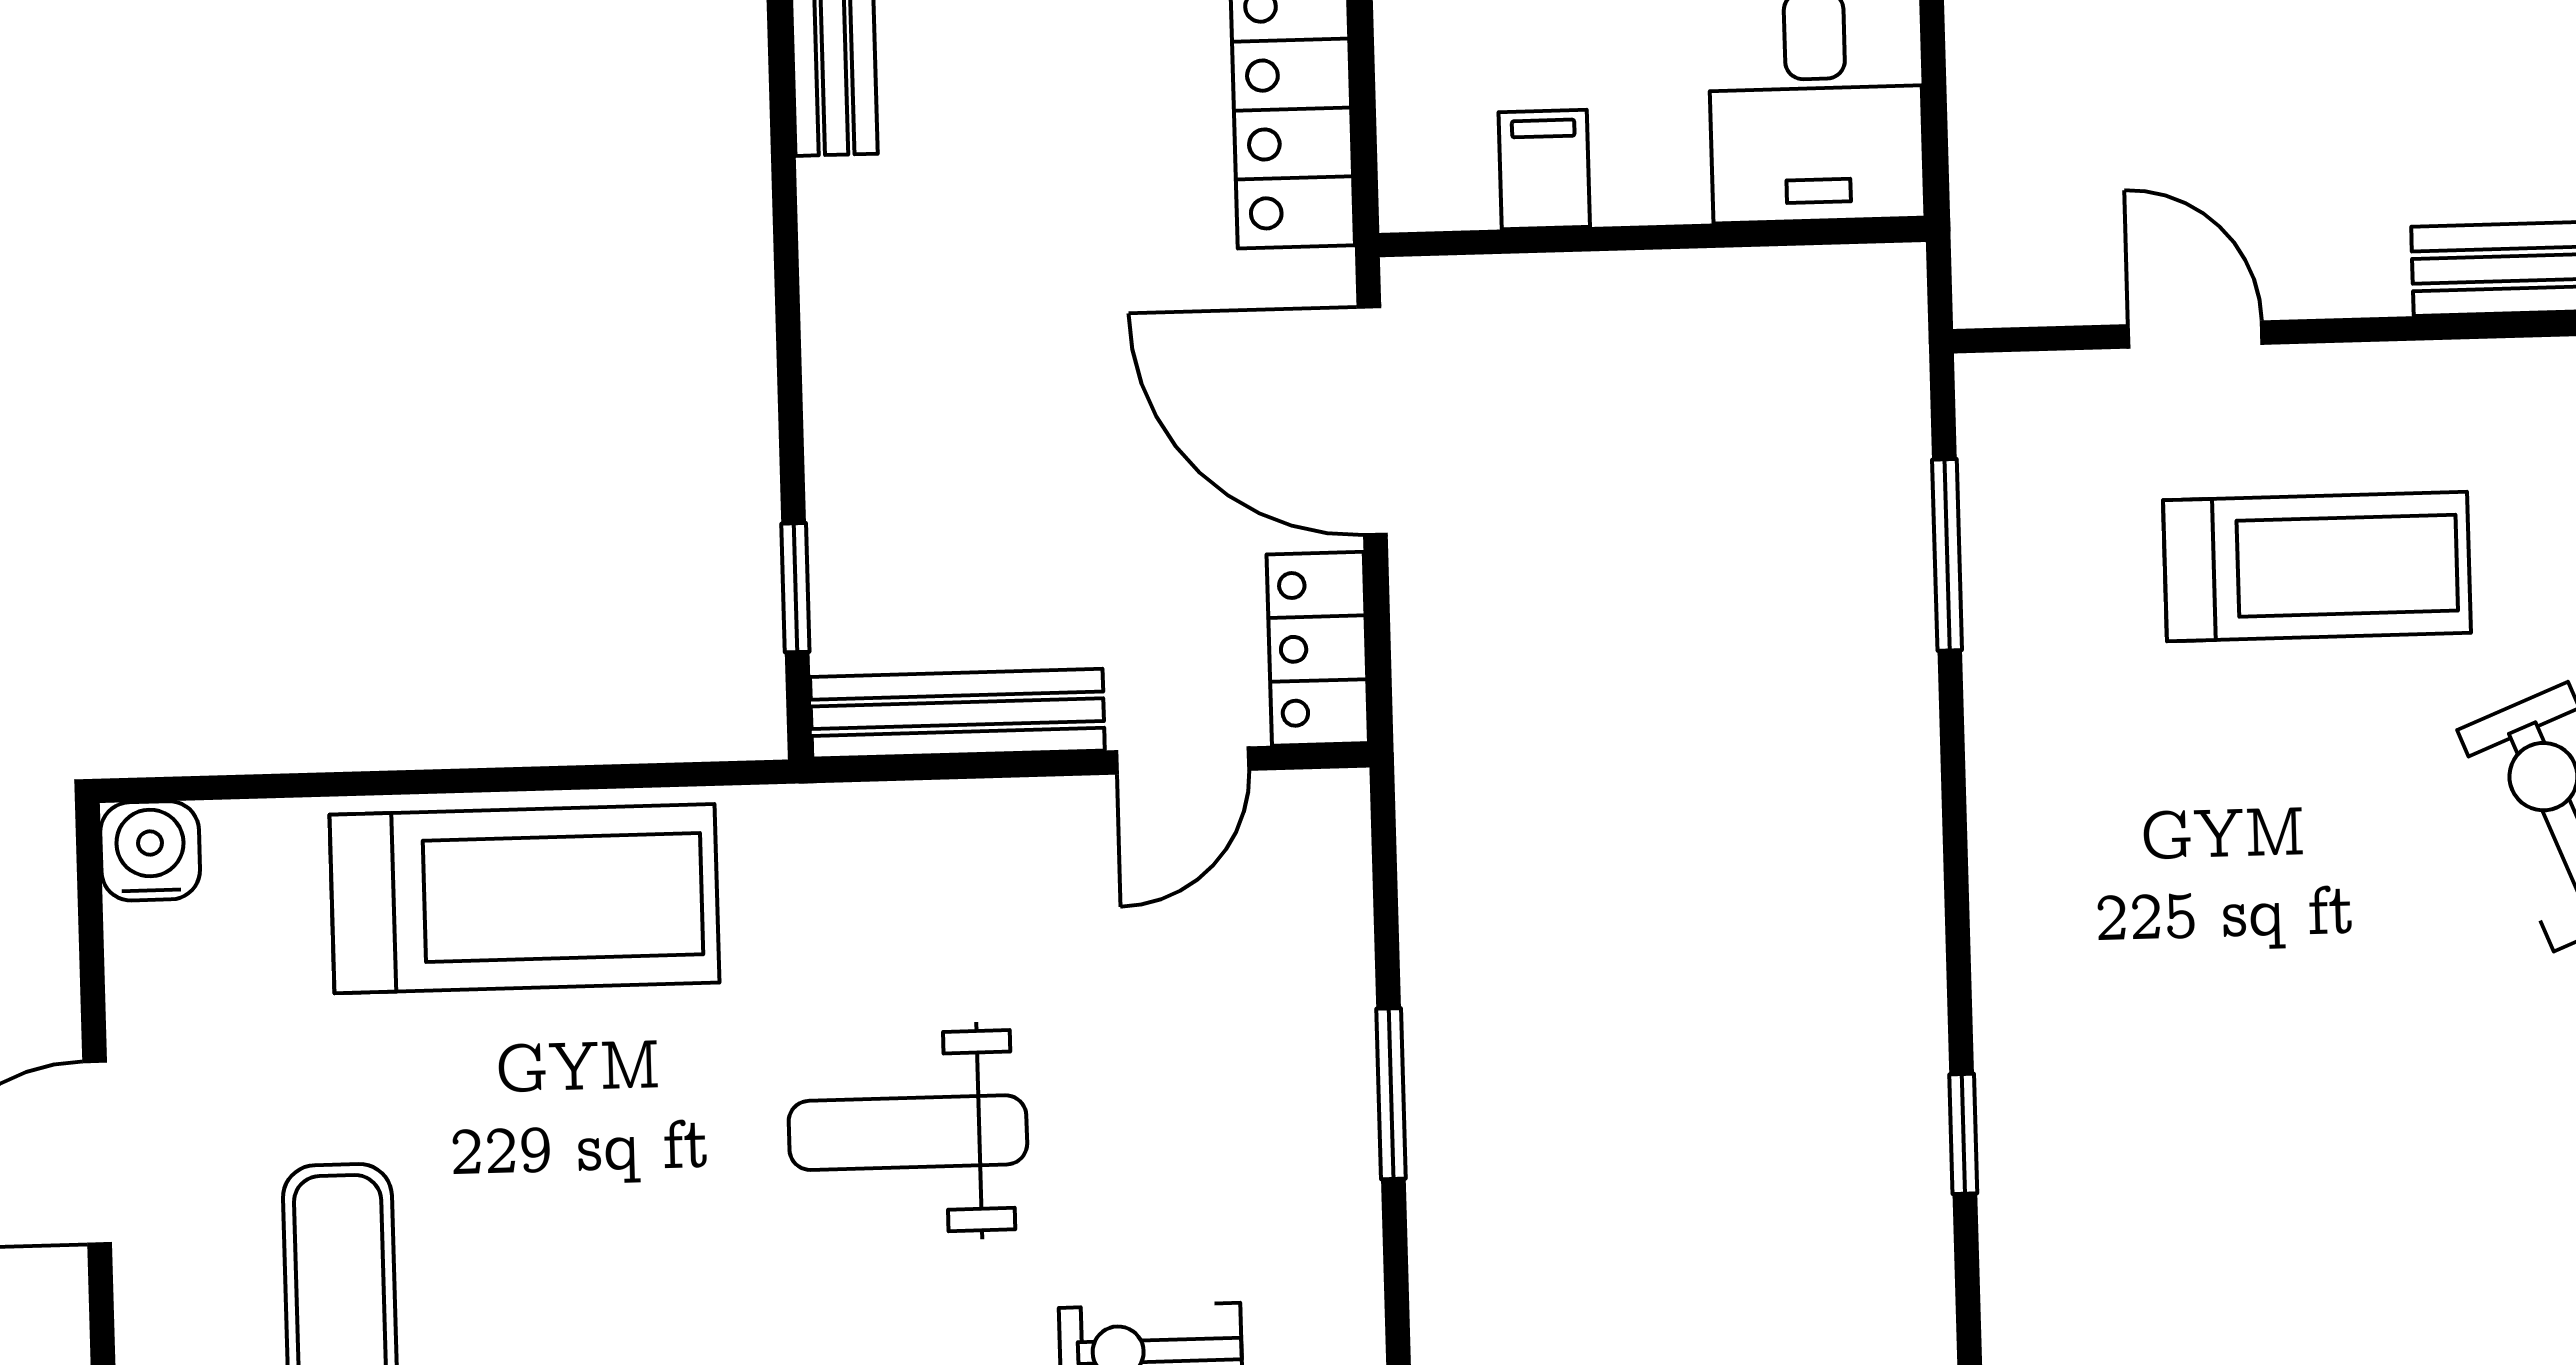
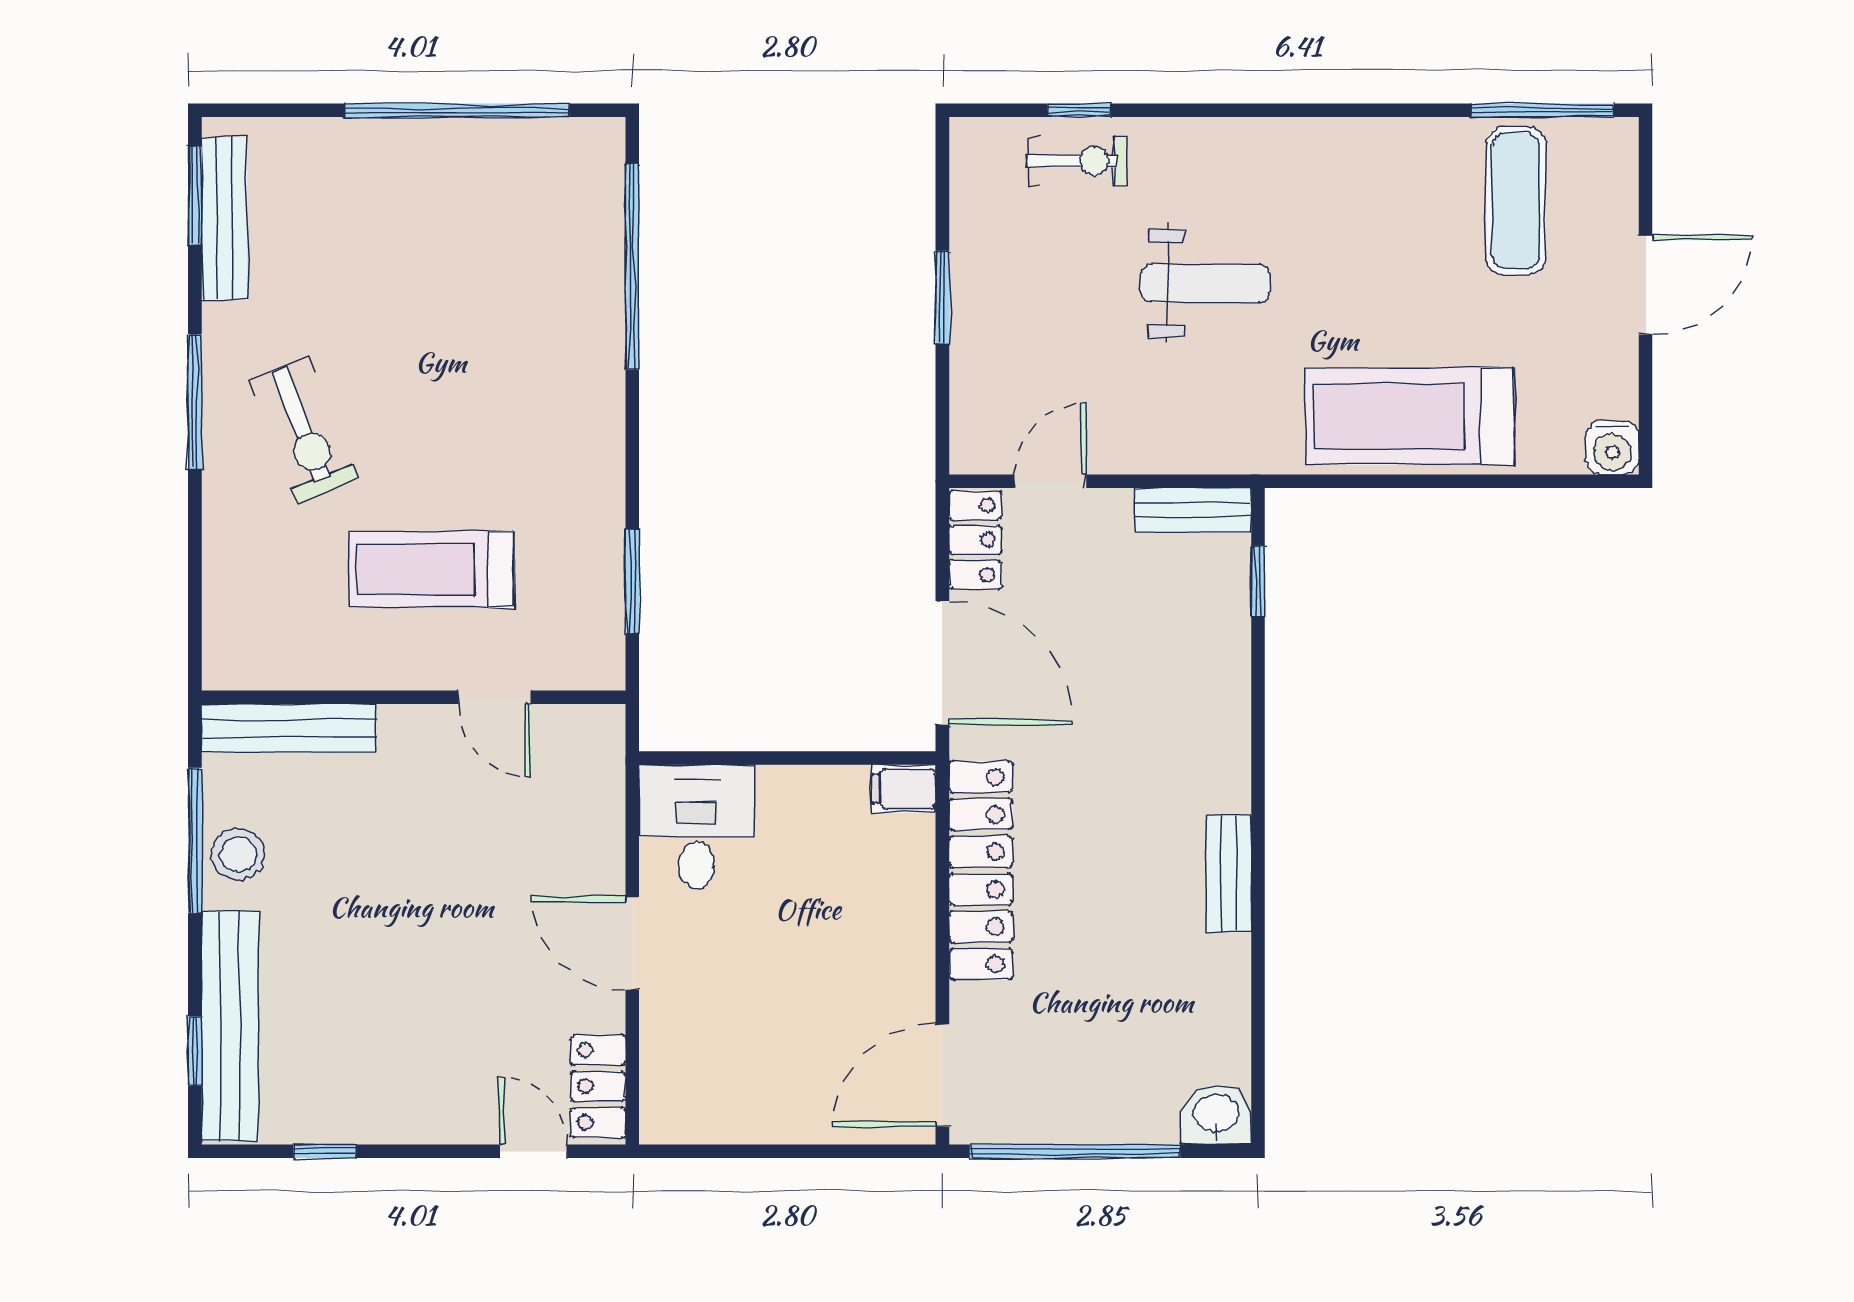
filing cabinet: (1544, 170) -> (904, 789), moved, turned 90
bench: (957, 714) -> (1193, 510), width x0.73
window: (1963, 1134) -> (632, 267), width x3.17

